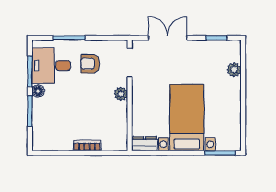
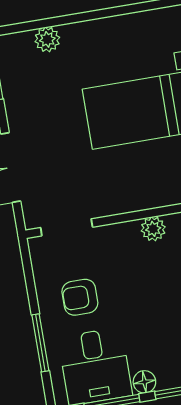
armchair: (90, 64) -> (80, 297), turned 90
plant: (121, 94) -> (153, 229), moved

